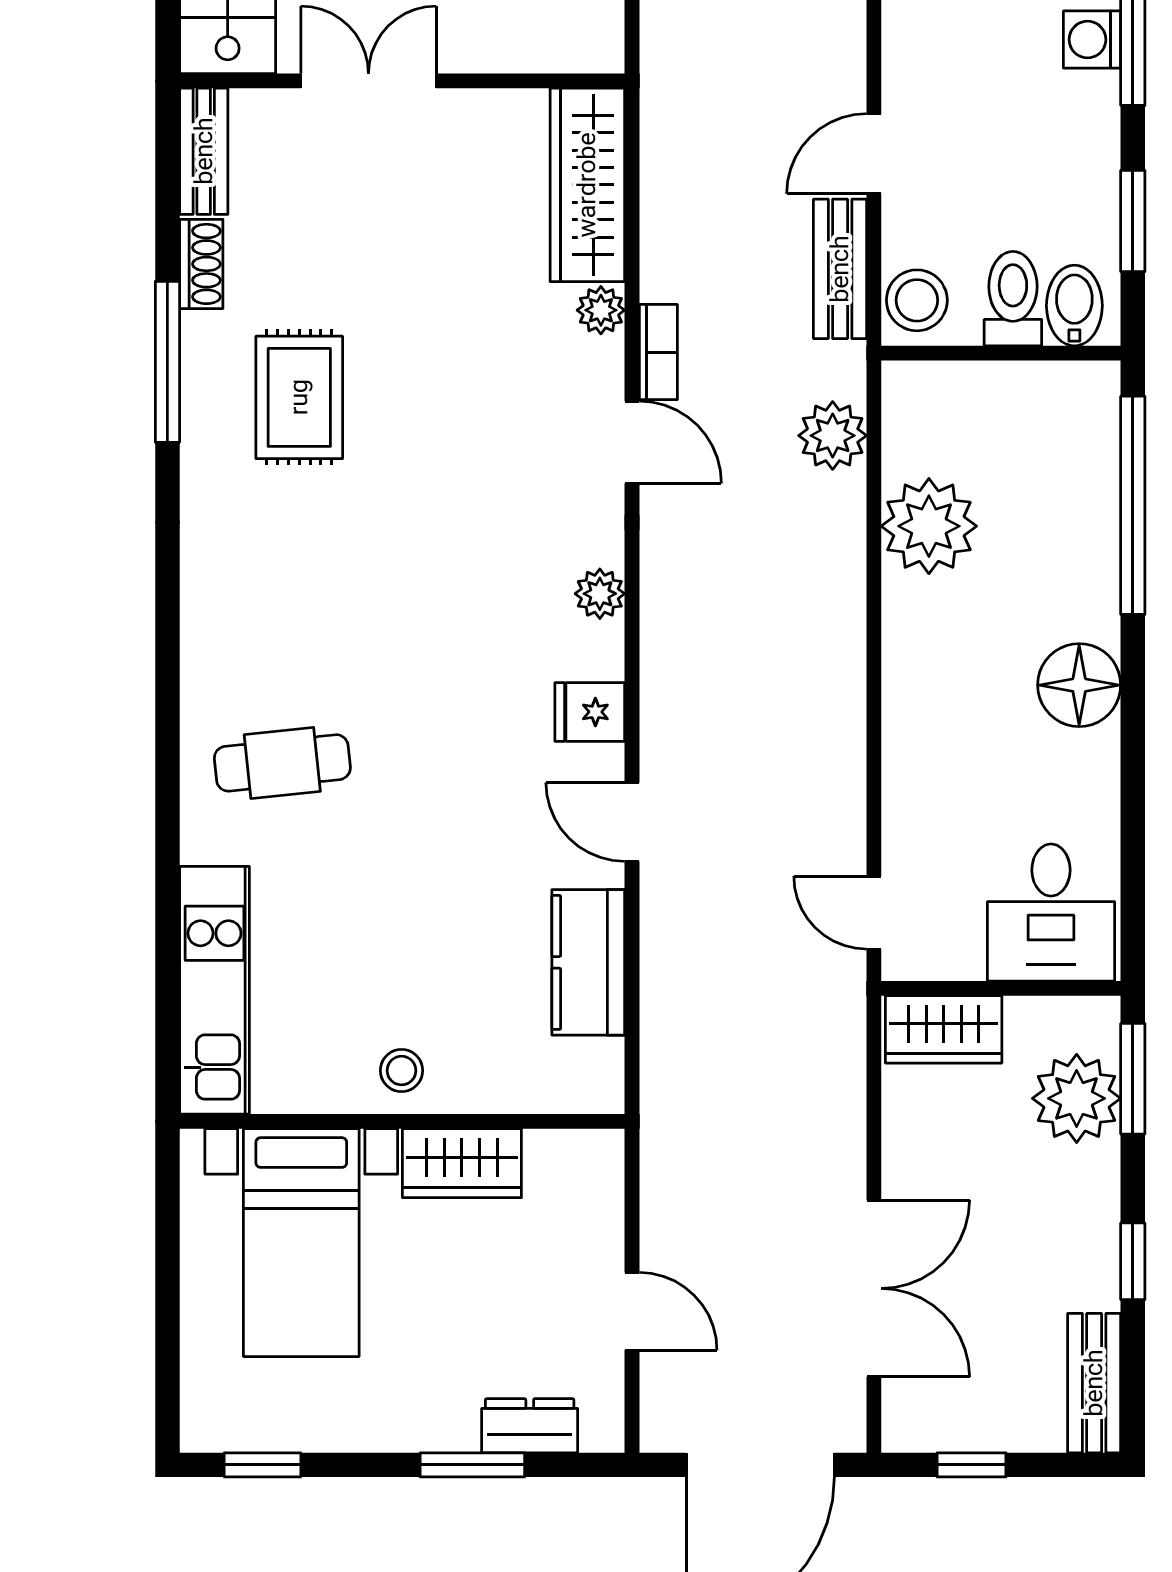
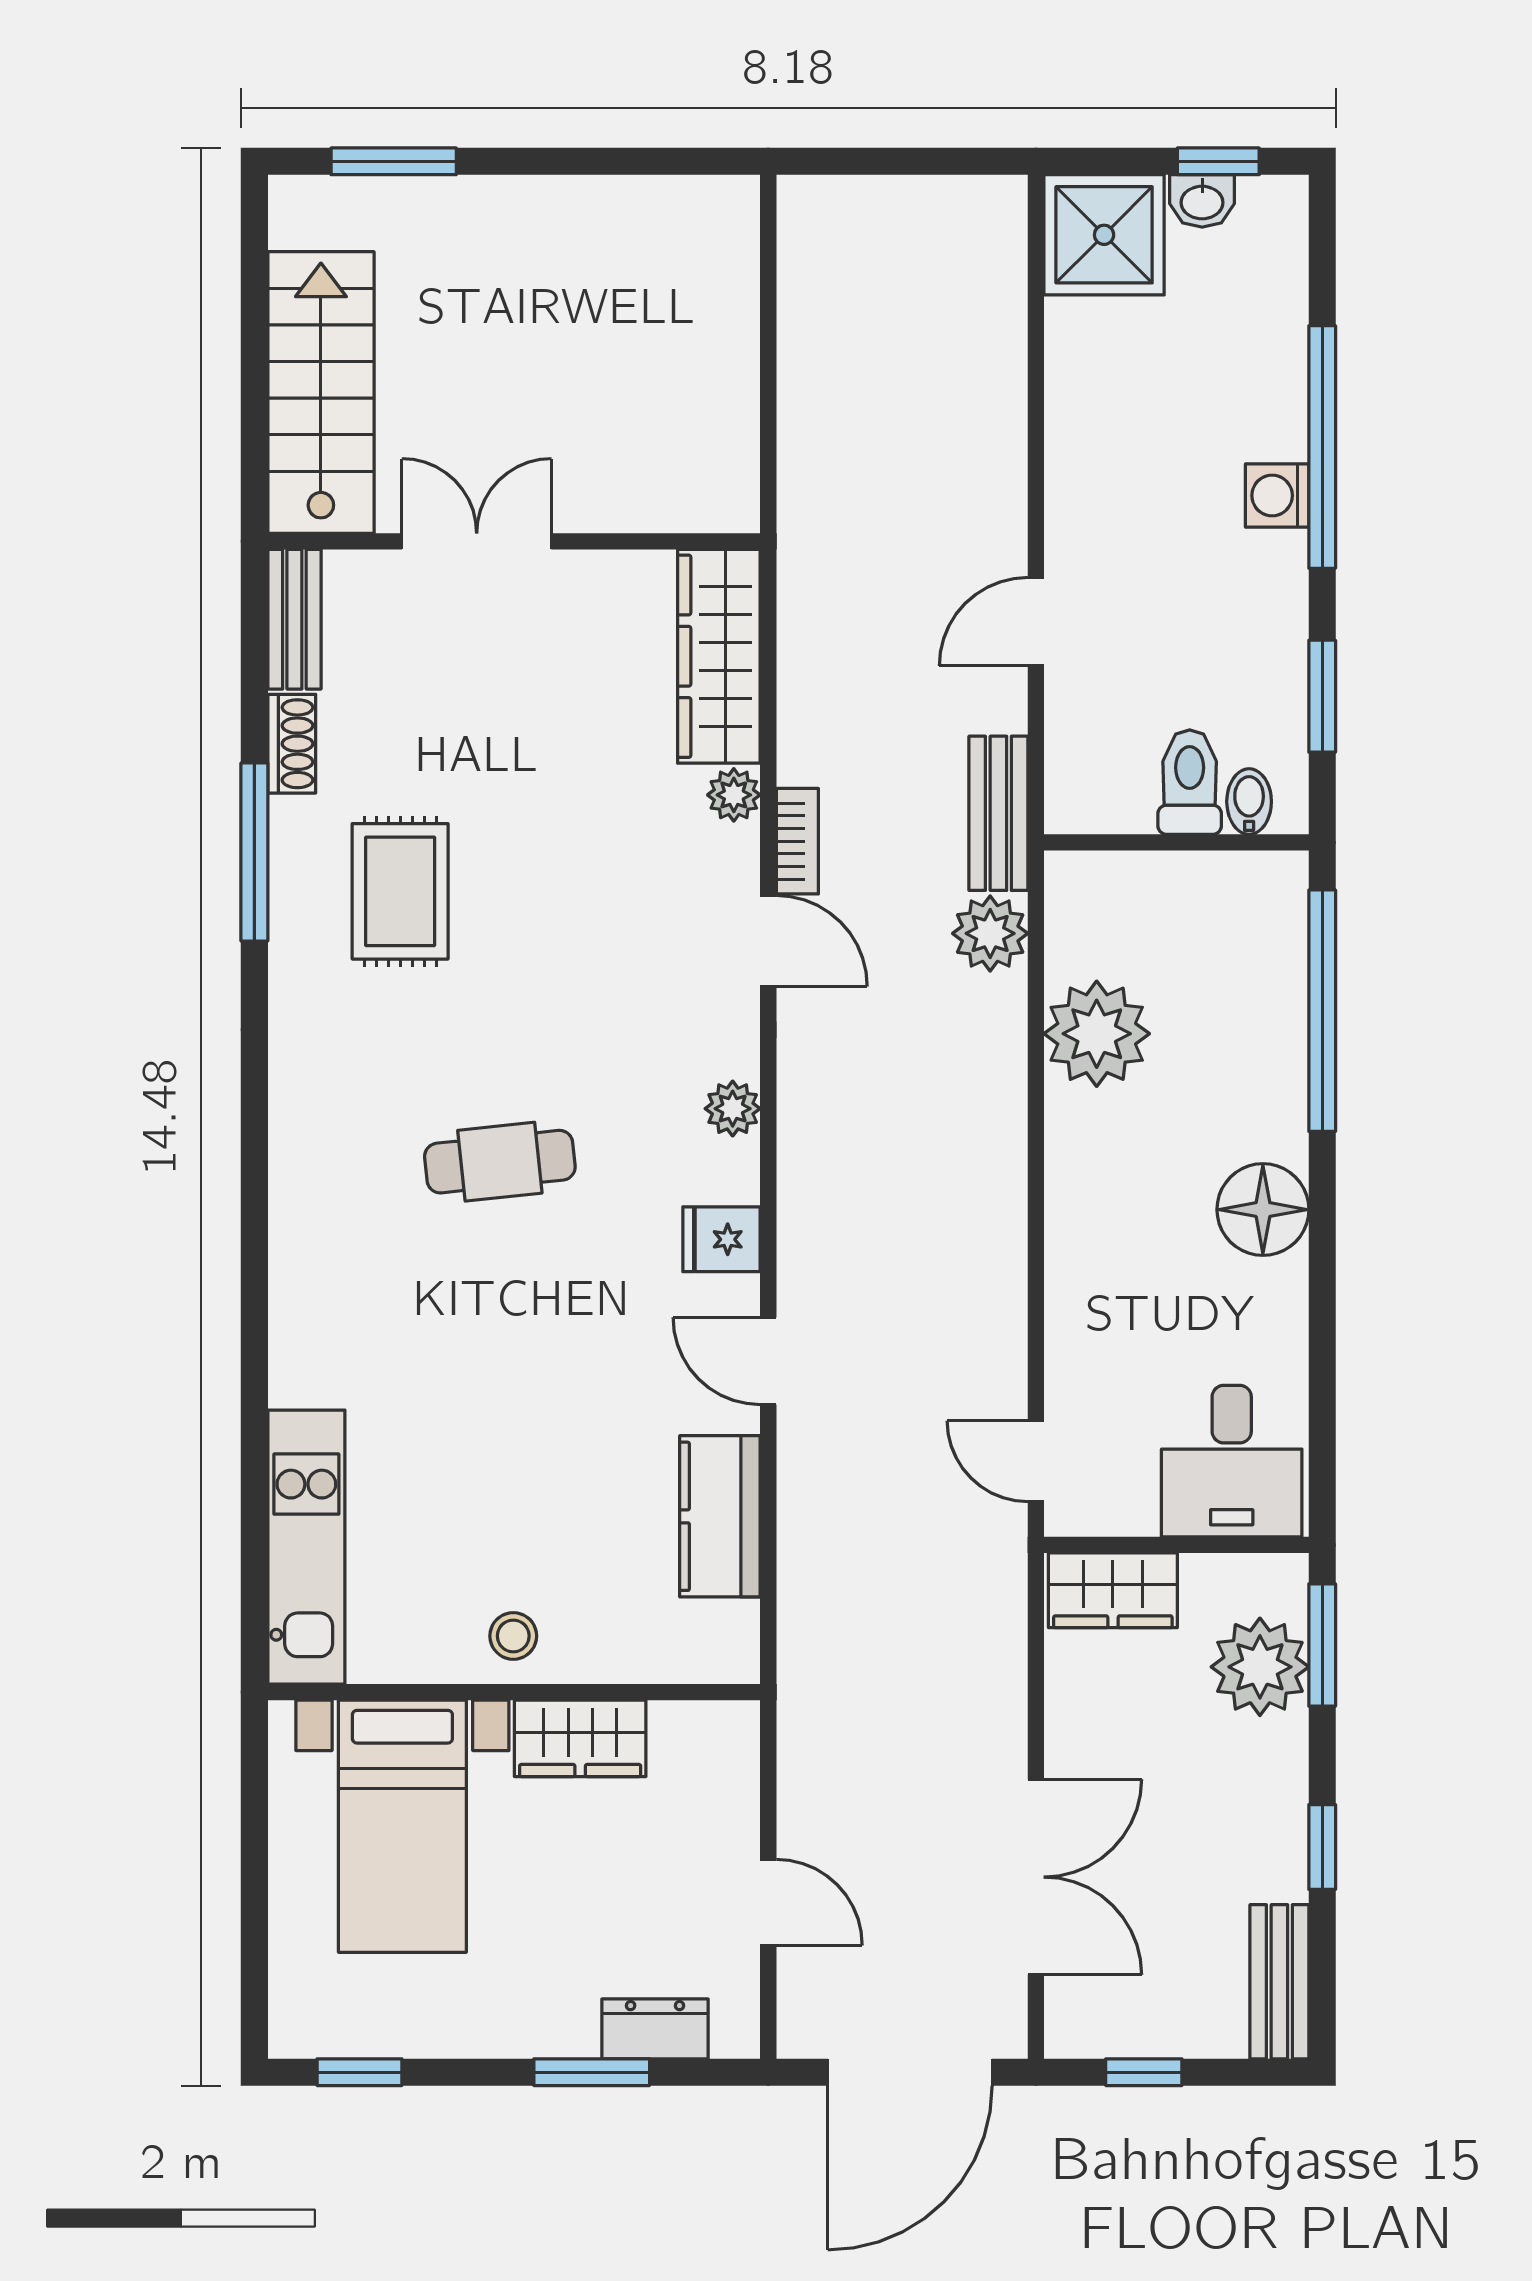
bench: (840, 269) -> (998, 813), moved
stool: (917, 300) -> (1083, 784), removed
bidet: (1074, 306) -> (1249, 802), width x0.72, depth x0.74
cafe table: (282, 763) -> (500, 1162), moved

